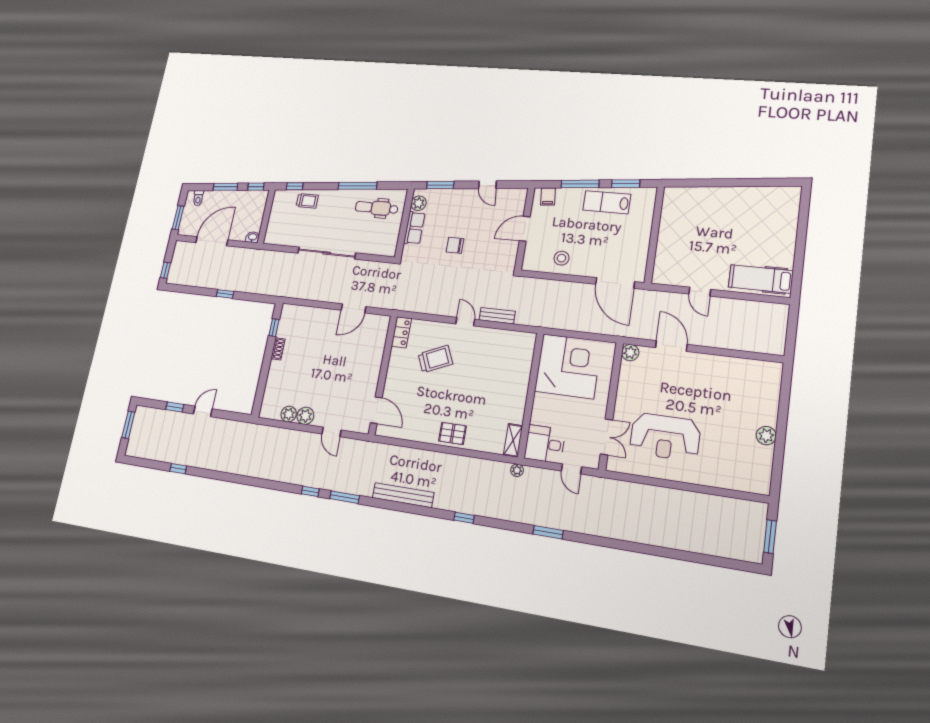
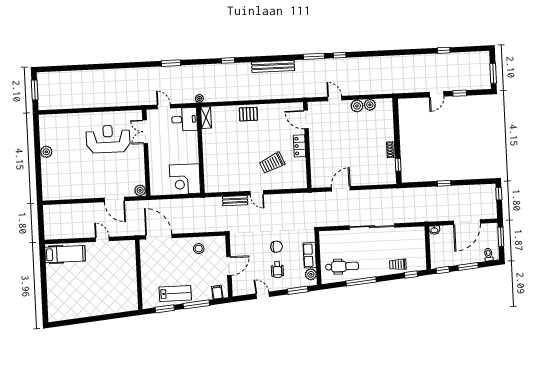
wheelchair: (461, 215) -> (277, 270), added
locker: (401, 332) -> (300, 146), moved
corner desk: (568, 366) -> (185, 179), width x0.74, depth x0.74

